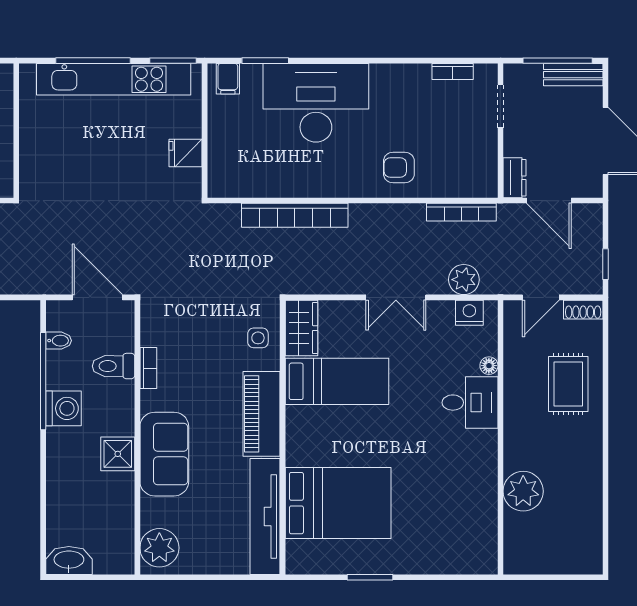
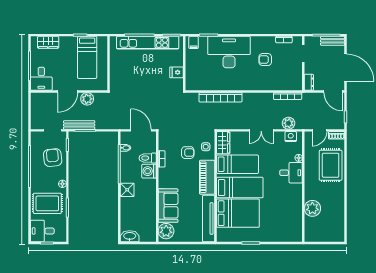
armchair: (399, 168) -> (265, 60), moved
door: (549, 201) -> (333, 91), moved
armchair: (213, 352) -> (188, 153), added
rug: (568, 384) -> (331, 165), width x1.36, depth x1.43
washing machine: (63, 408) -> (149, 171), moved, turned 180
bed: (343, 439) -> (240, 188), added
shower: (118, 454) -> (127, 190), moved
sofa: (164, 454) -> (168, 206), moved

